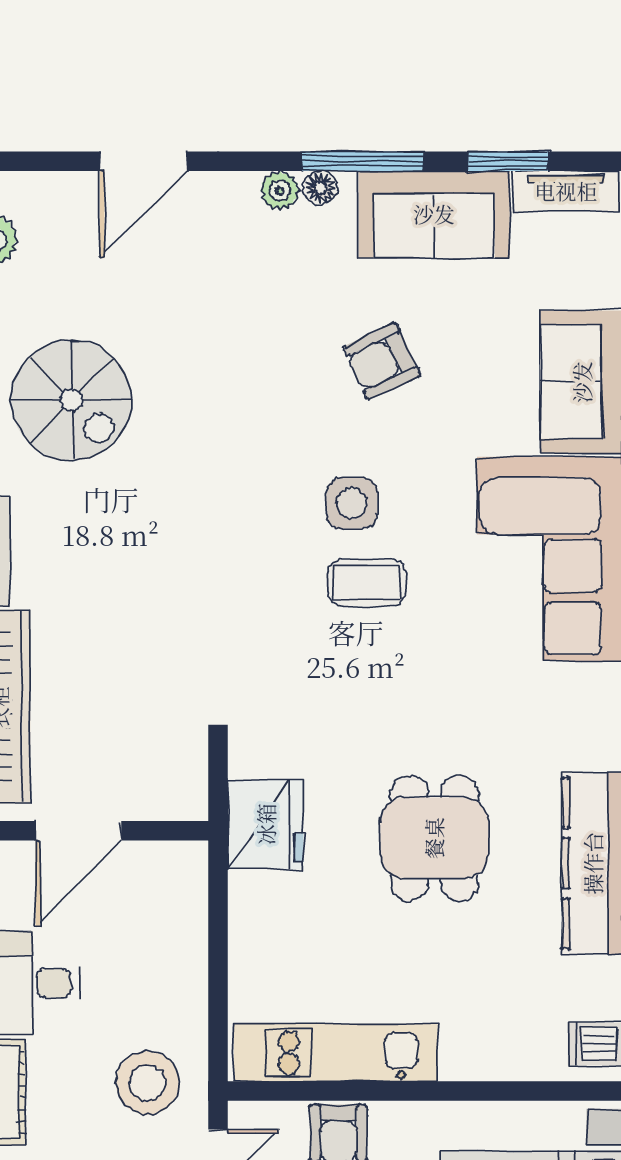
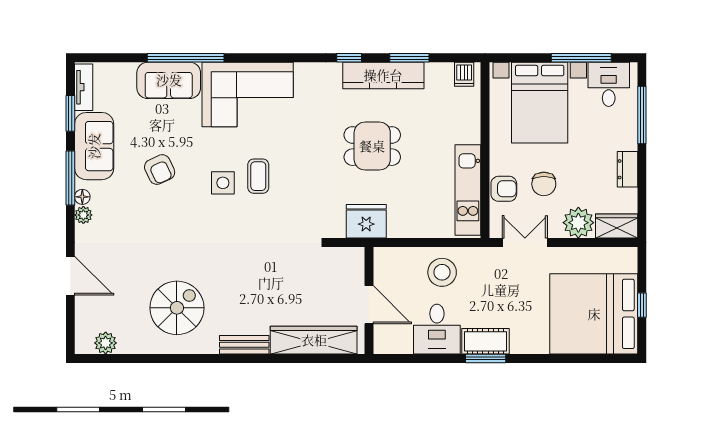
stool: (148, 1083) -> (442, 272), moved

